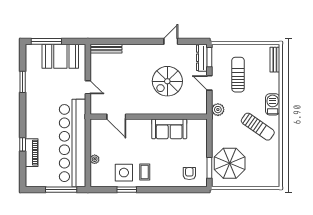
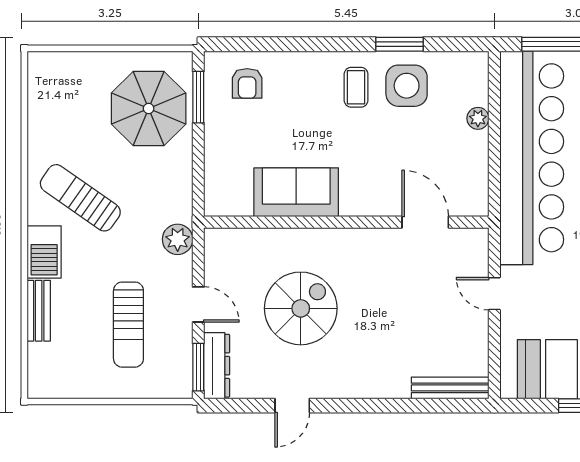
bench: (275, 60) -> (39, 311), moved

